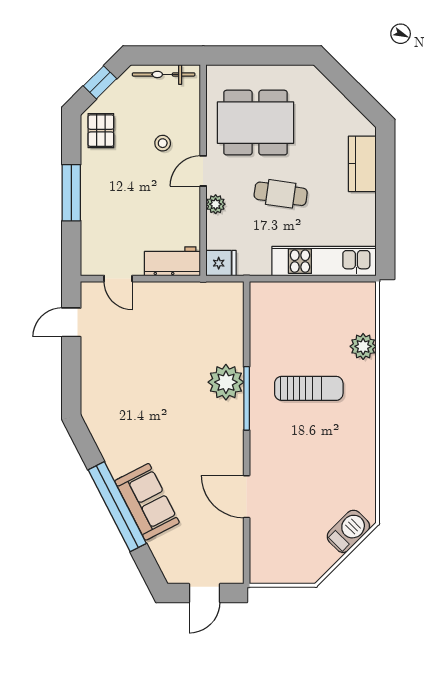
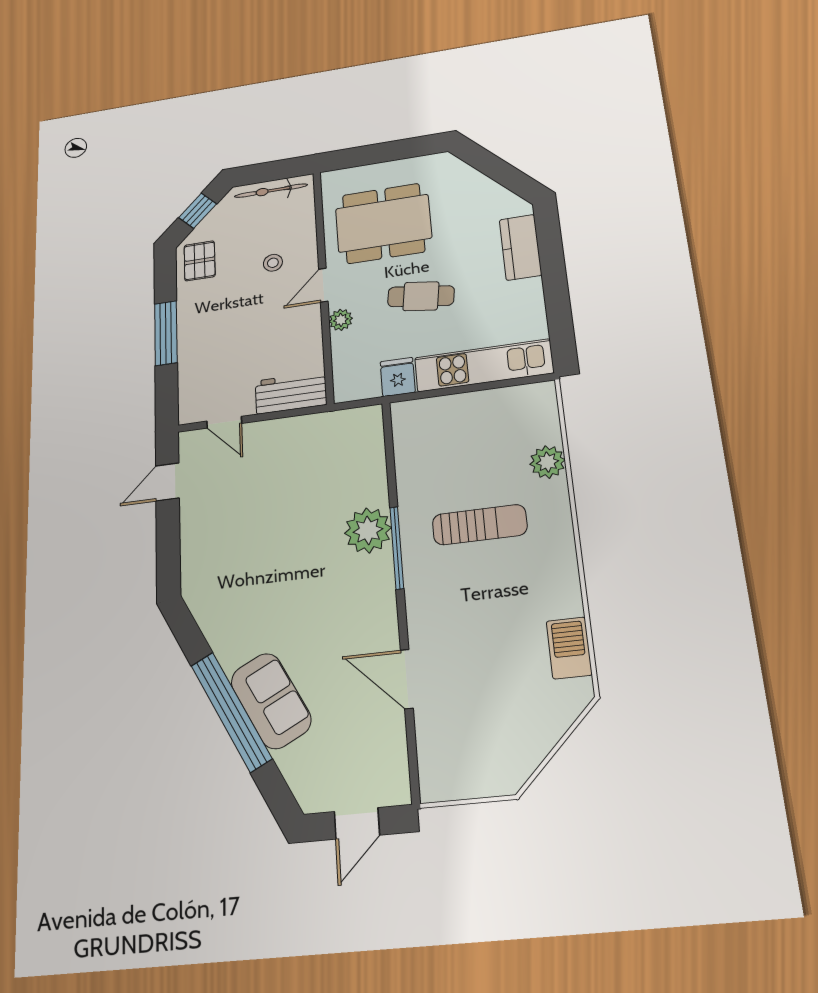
fridge: (221, 263) -> (398, 377), moved, turned -90
barbecue: (348, 531) -> (569, 648), moved, turned -45

